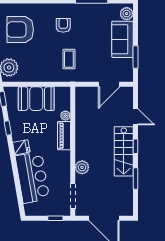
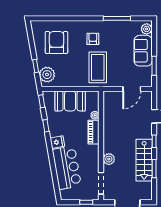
armchair: (20, 30) -> (56, 42), turned 90
coffee table: (69, 59) -> (98, 67), width x1.86, depth x1.72
stairs: (124, 151) -> (144, 160), moved

